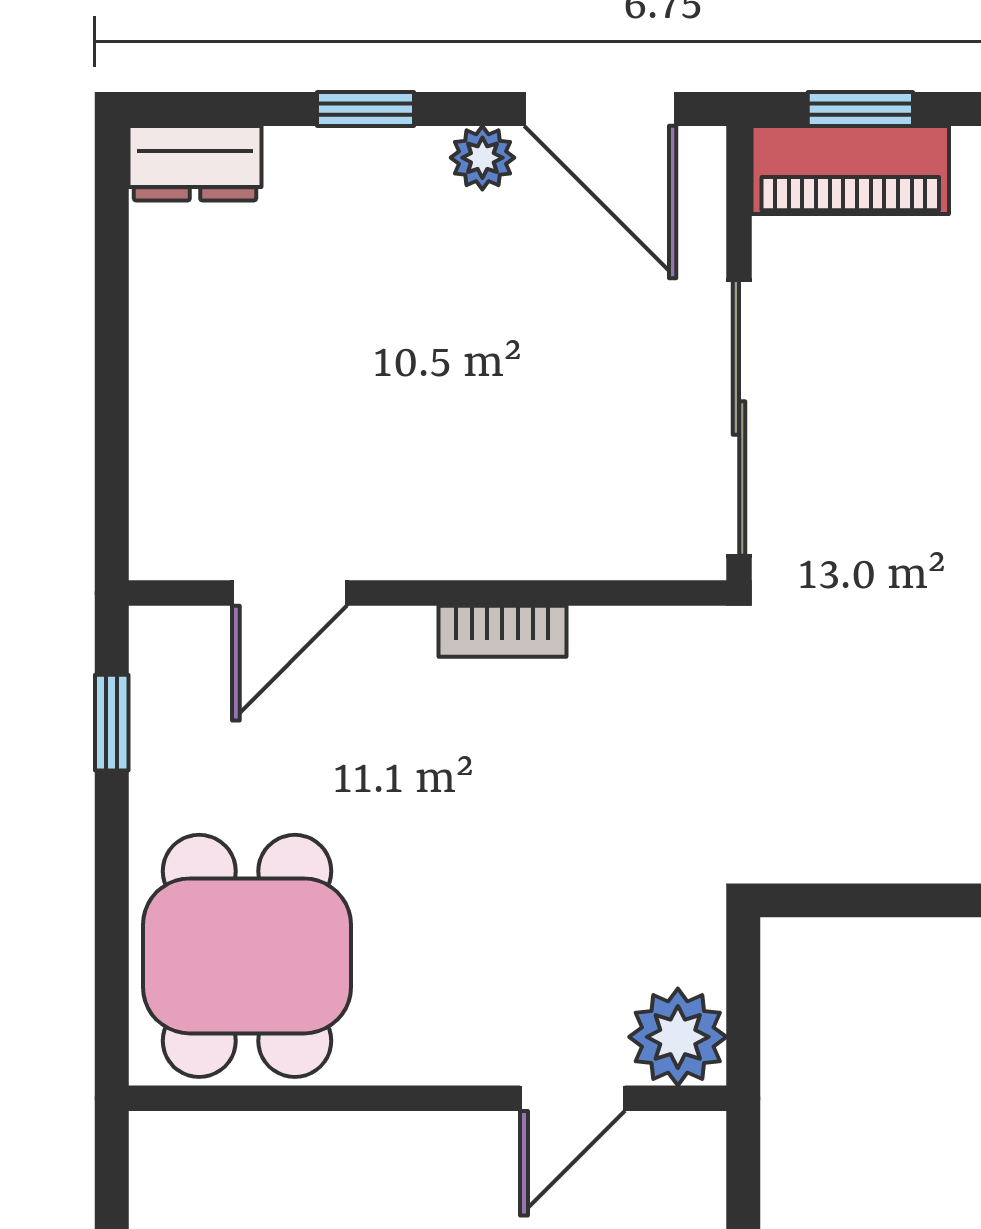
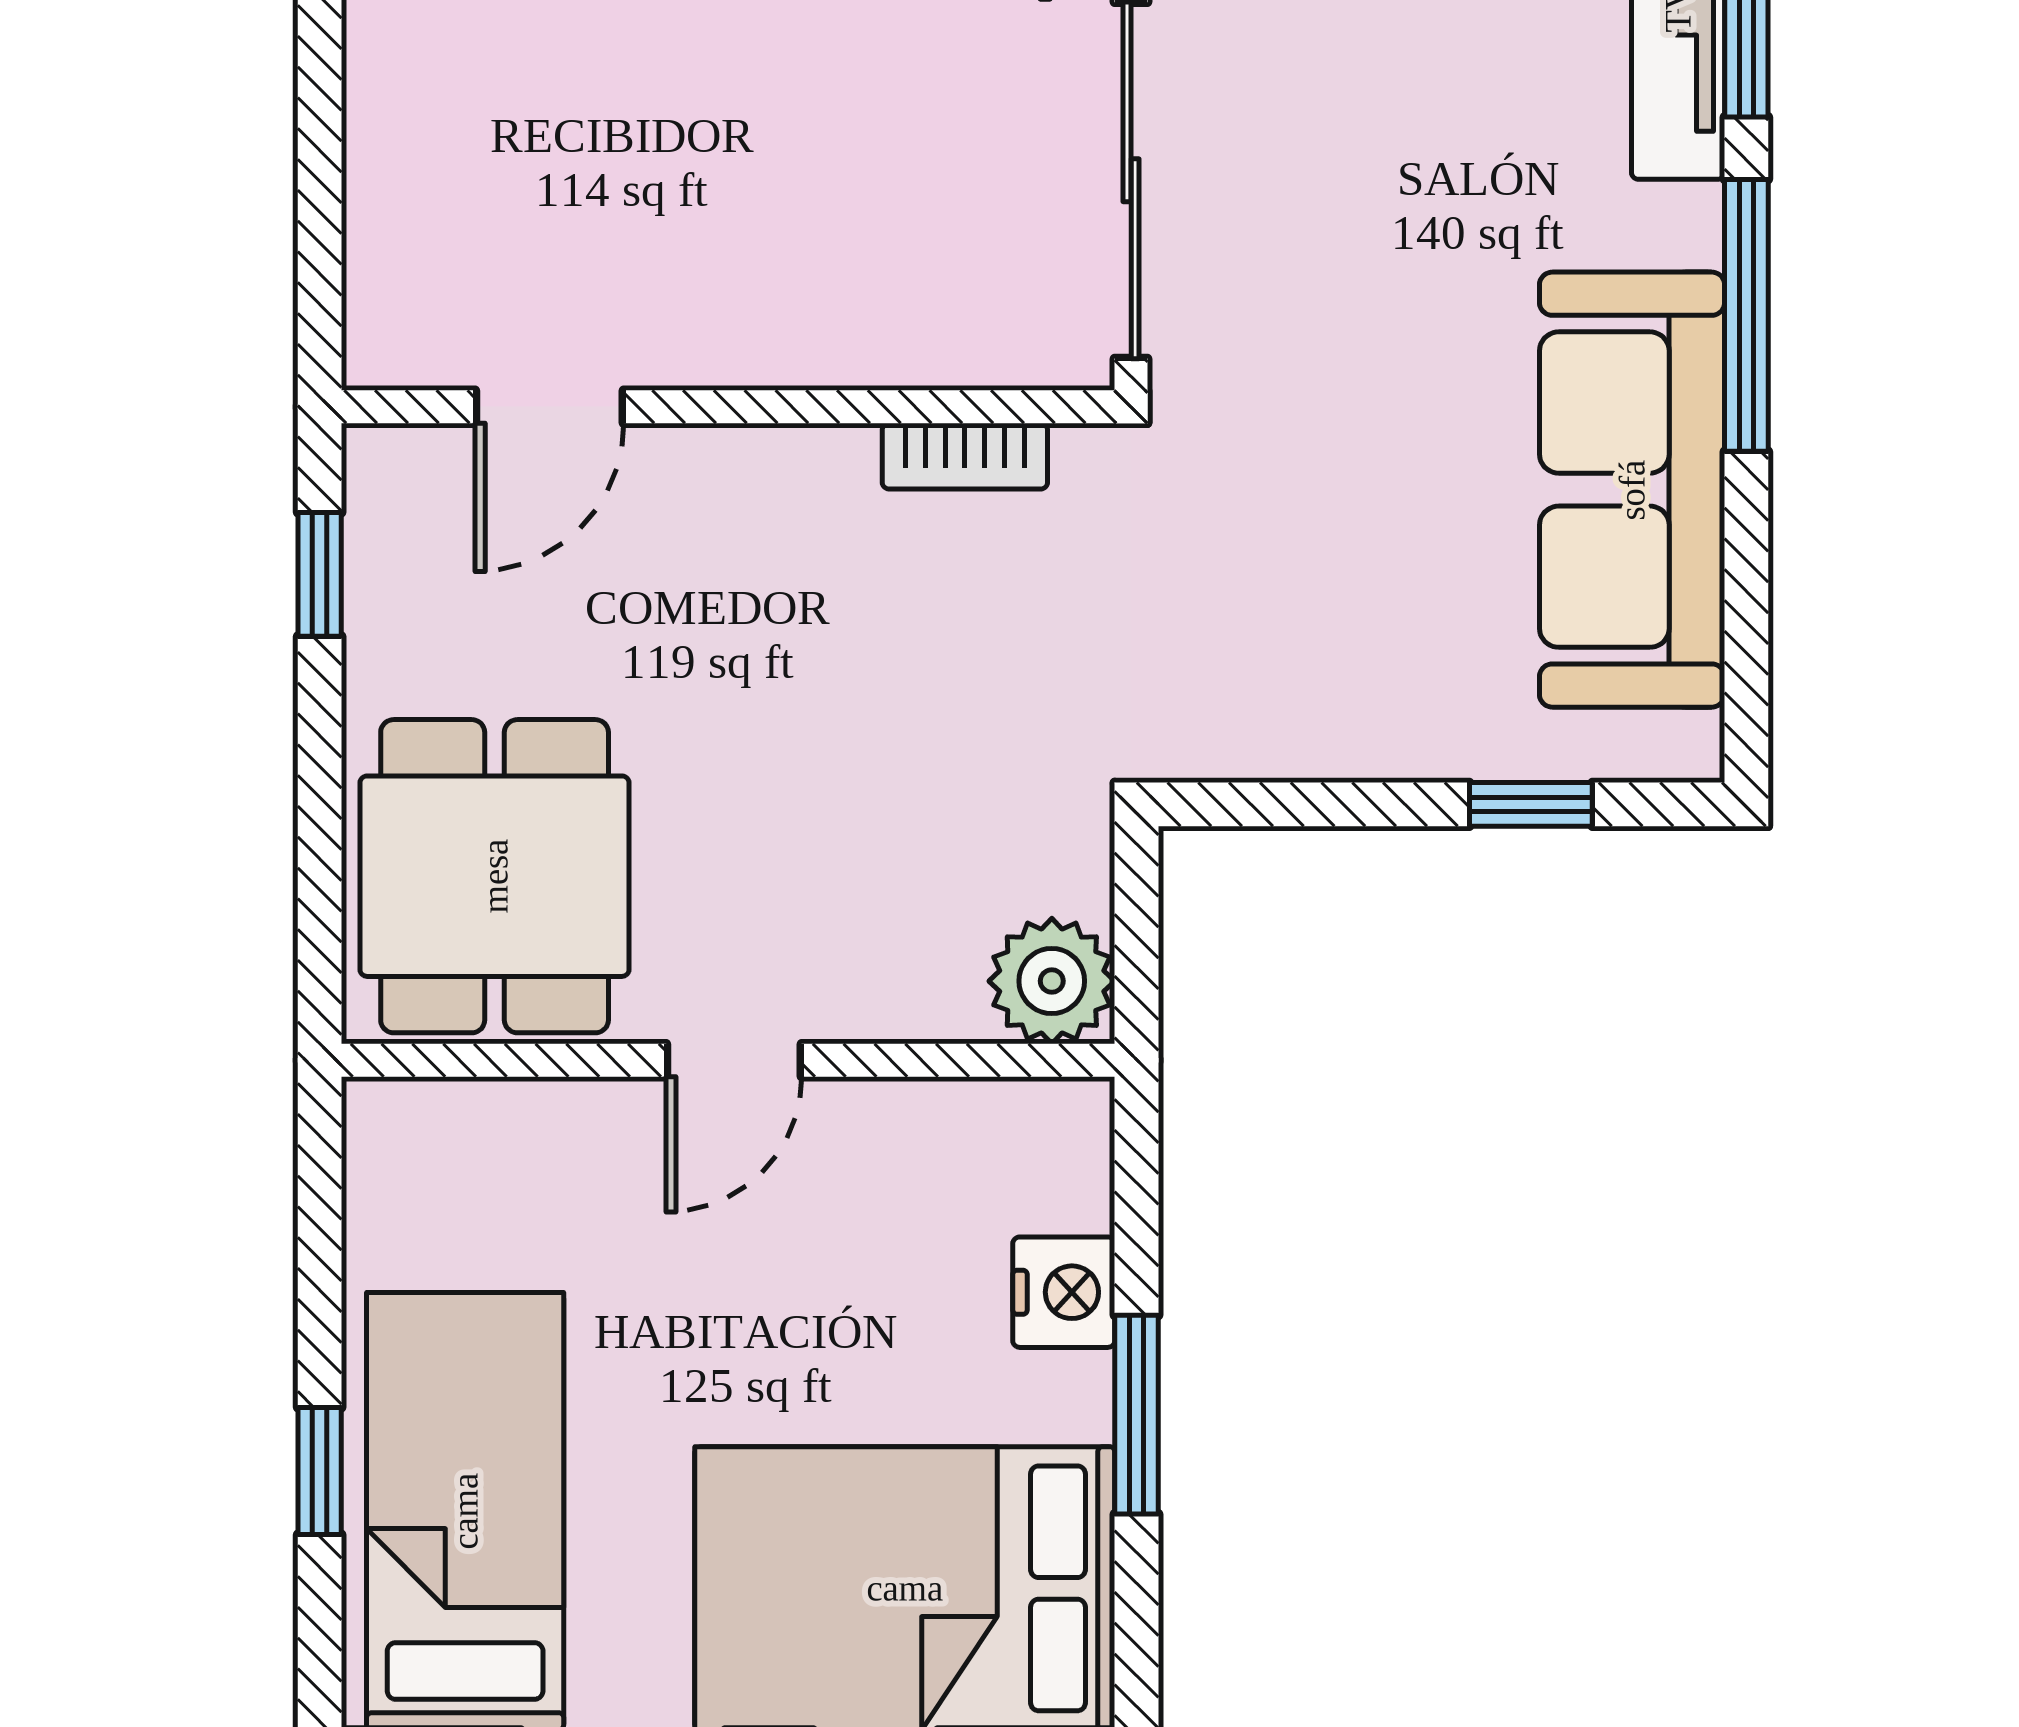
bookcase: (502, 631) -> (965, 456), moved
door: (573, 1098) -> (734, 1060), moved

